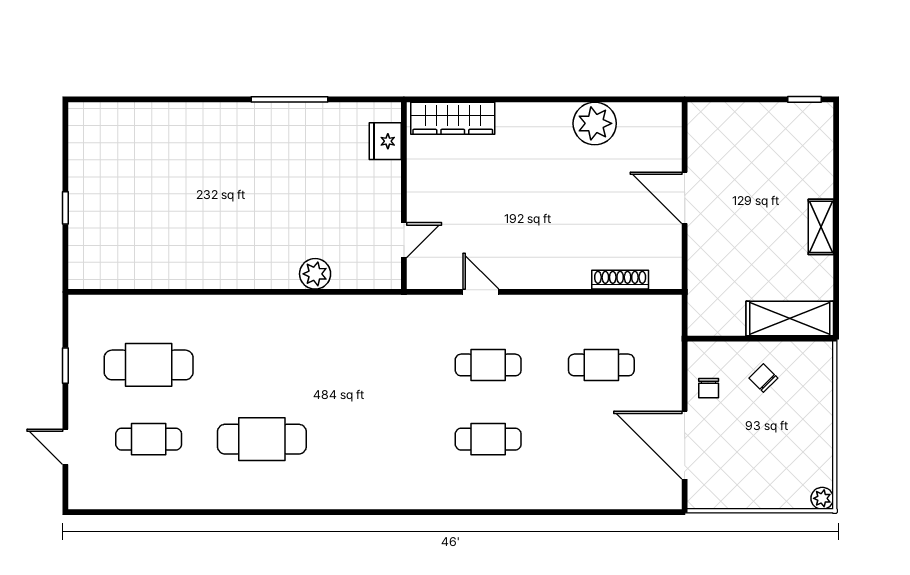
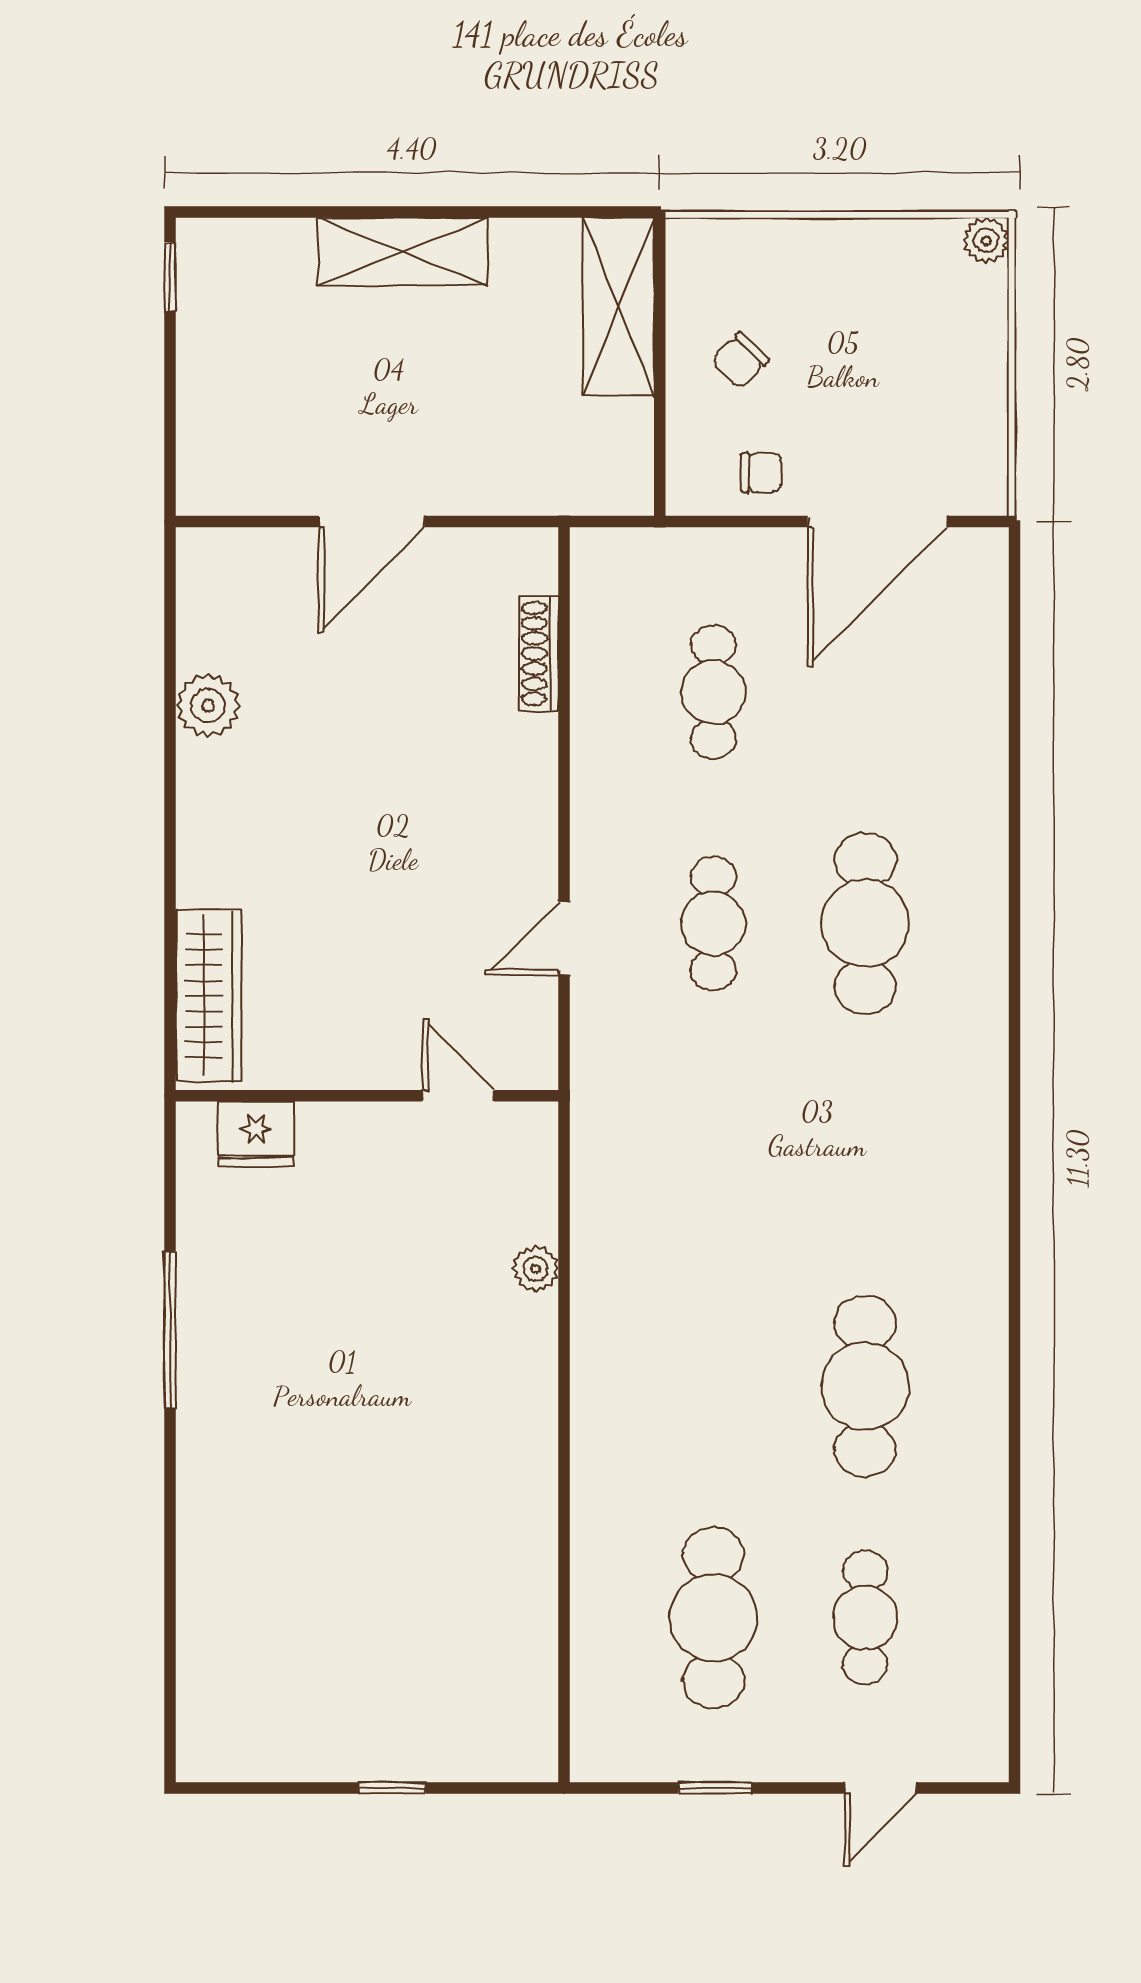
plant: (595, 123) -> (208, 706), width x0.73, depth x0.73
shelving: (821, 227) -> (403, 252), width x1.50, depth x1.33
plant: (315, 274) -> (536, 1269), width x0.73, depth x0.73
cafe table: (488, 439) -> (865, 923), width x1.37, depth x1.35

